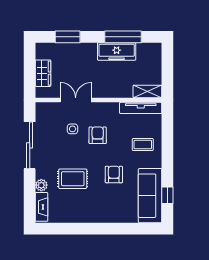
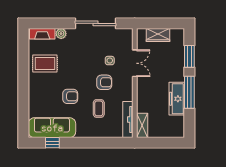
window: (123, 37) -> (189, 92), moved
coffee table: (143, 144) -> (99, 108), moved
rug: (73, 179) -> (45, 64), moved, turned 90

